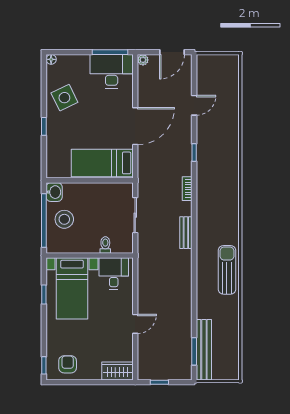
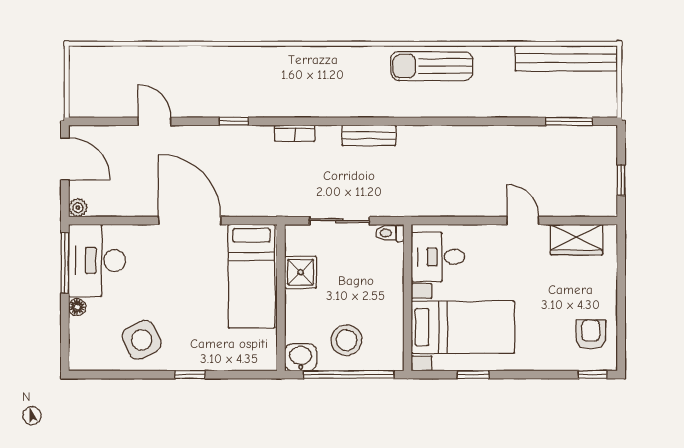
floor lamp: (51, 59) -> (77, 307), moved
shower: (105, 192) -> (301, 272), added
toilet: (105, 245) -> (390, 233), moved
bench: (204, 350) -> (566, 58), moved
armchair: (68, 364) -> (591, 335), turned 90
wardrobe: (117, 371) -> (576, 240), moved, turned -90

